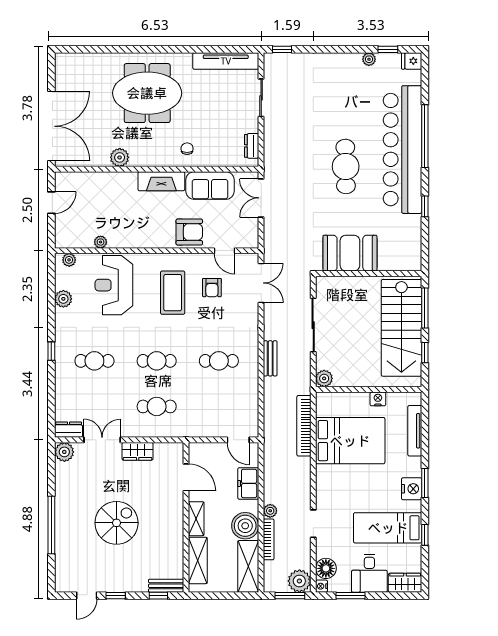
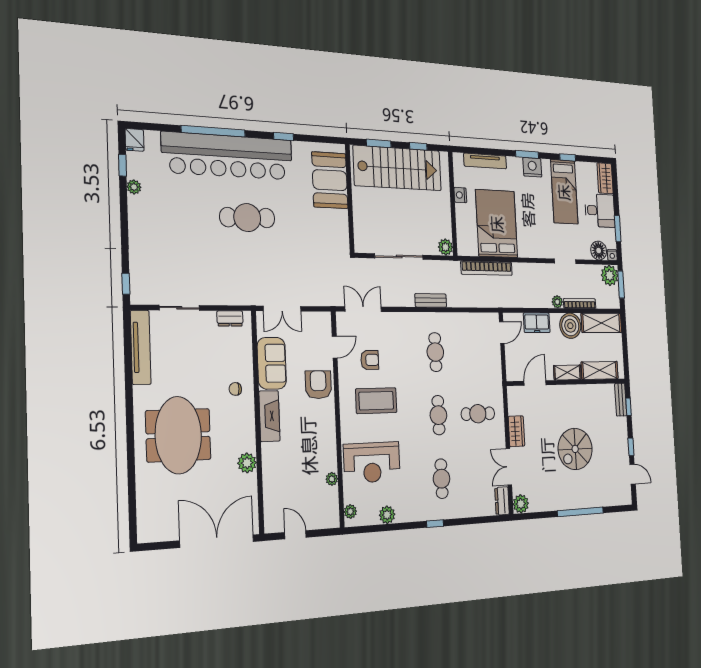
booth: (350, 253) -> (330, 180), moved
window: (425, 308) -> (379, 143), width x0.69
cafe table: (157, 406) -> (478, 414), turned 90
spiral stairs: (117, 523) -> (575, 449), turned -90

